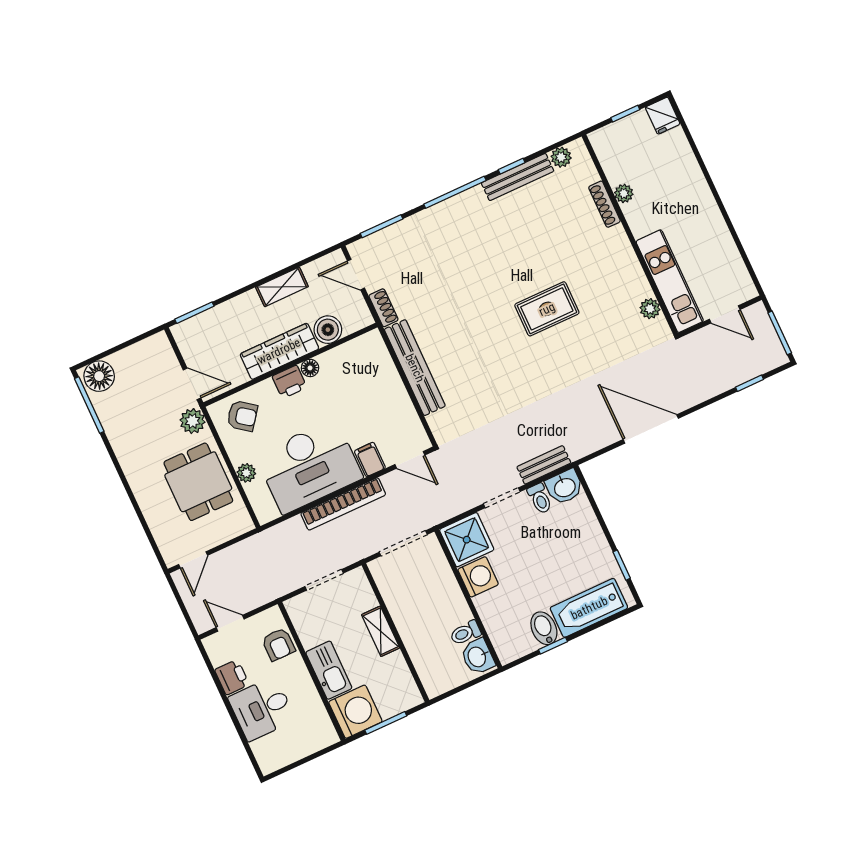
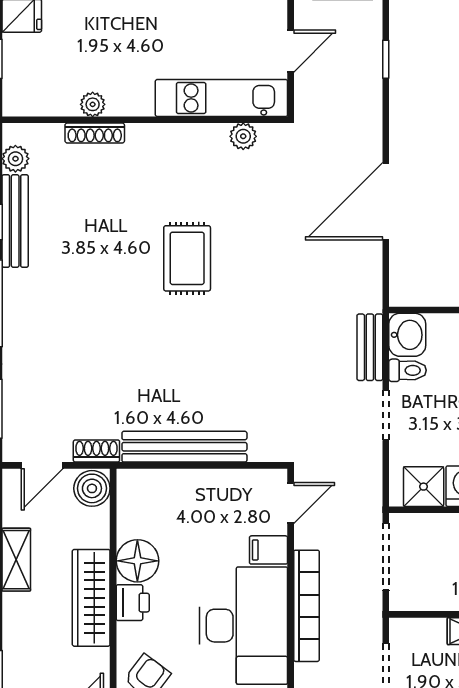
boiler: (328, 330) -> (92, 488), moved
floor lamp: (310, 368) -> (137, 561), width x1.89, depth x1.89
shower: (467, 540) -> (424, 487), width x0.73, depth x0.73

